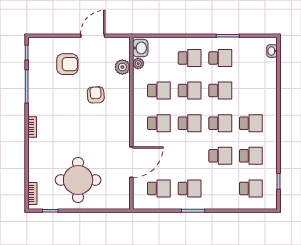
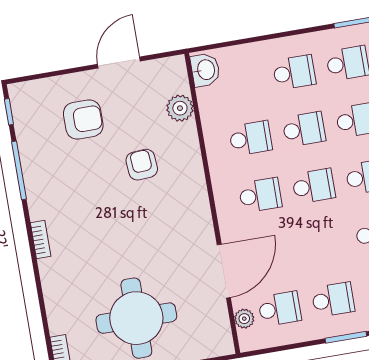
plant: (138, 64) -> (244, 319), moved

